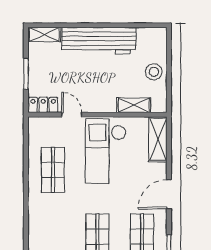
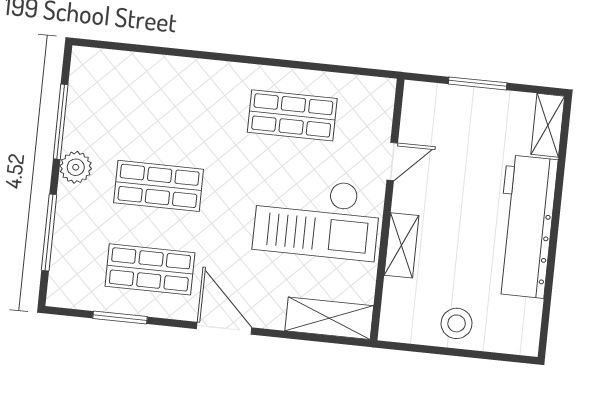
locker: (43, 105) -> (416, 110), removed
shelving: (134, 105) -> (401, 245), moved
checkout: (106, 151) -> (317, 218), turned 180

